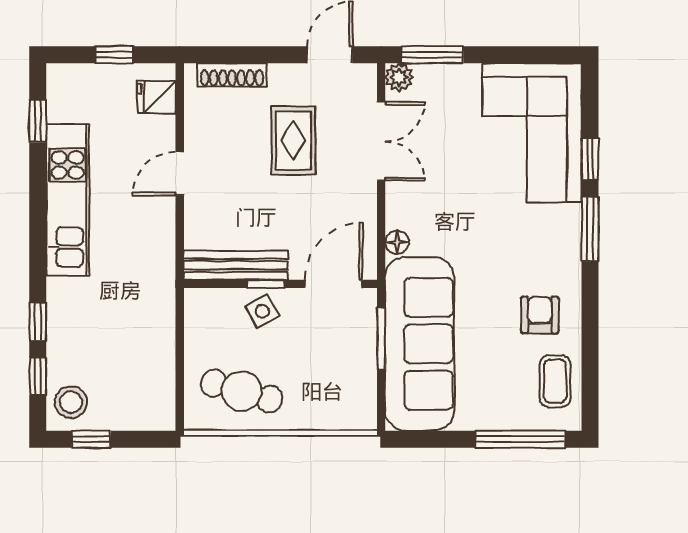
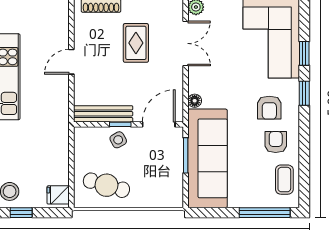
fridge: (156, 97) -> (58, 195), moved
window: (590, 229) -> (304, 93), width x0.67
armchair: (529, 254) -> (269, 108), added

